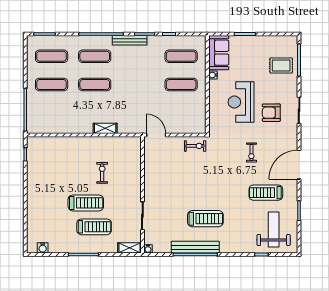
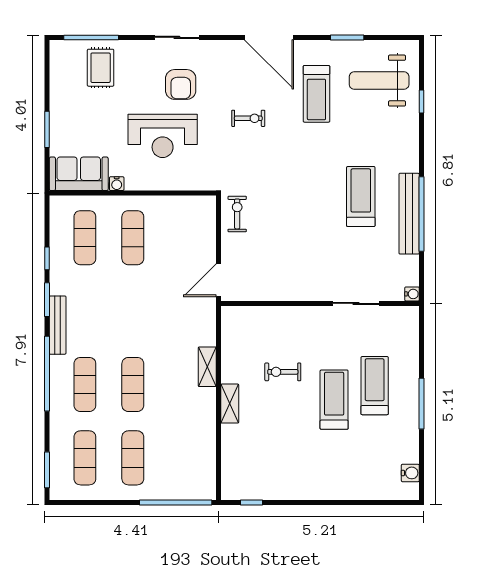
shelving: (129, 248) -> (230, 404), moved

